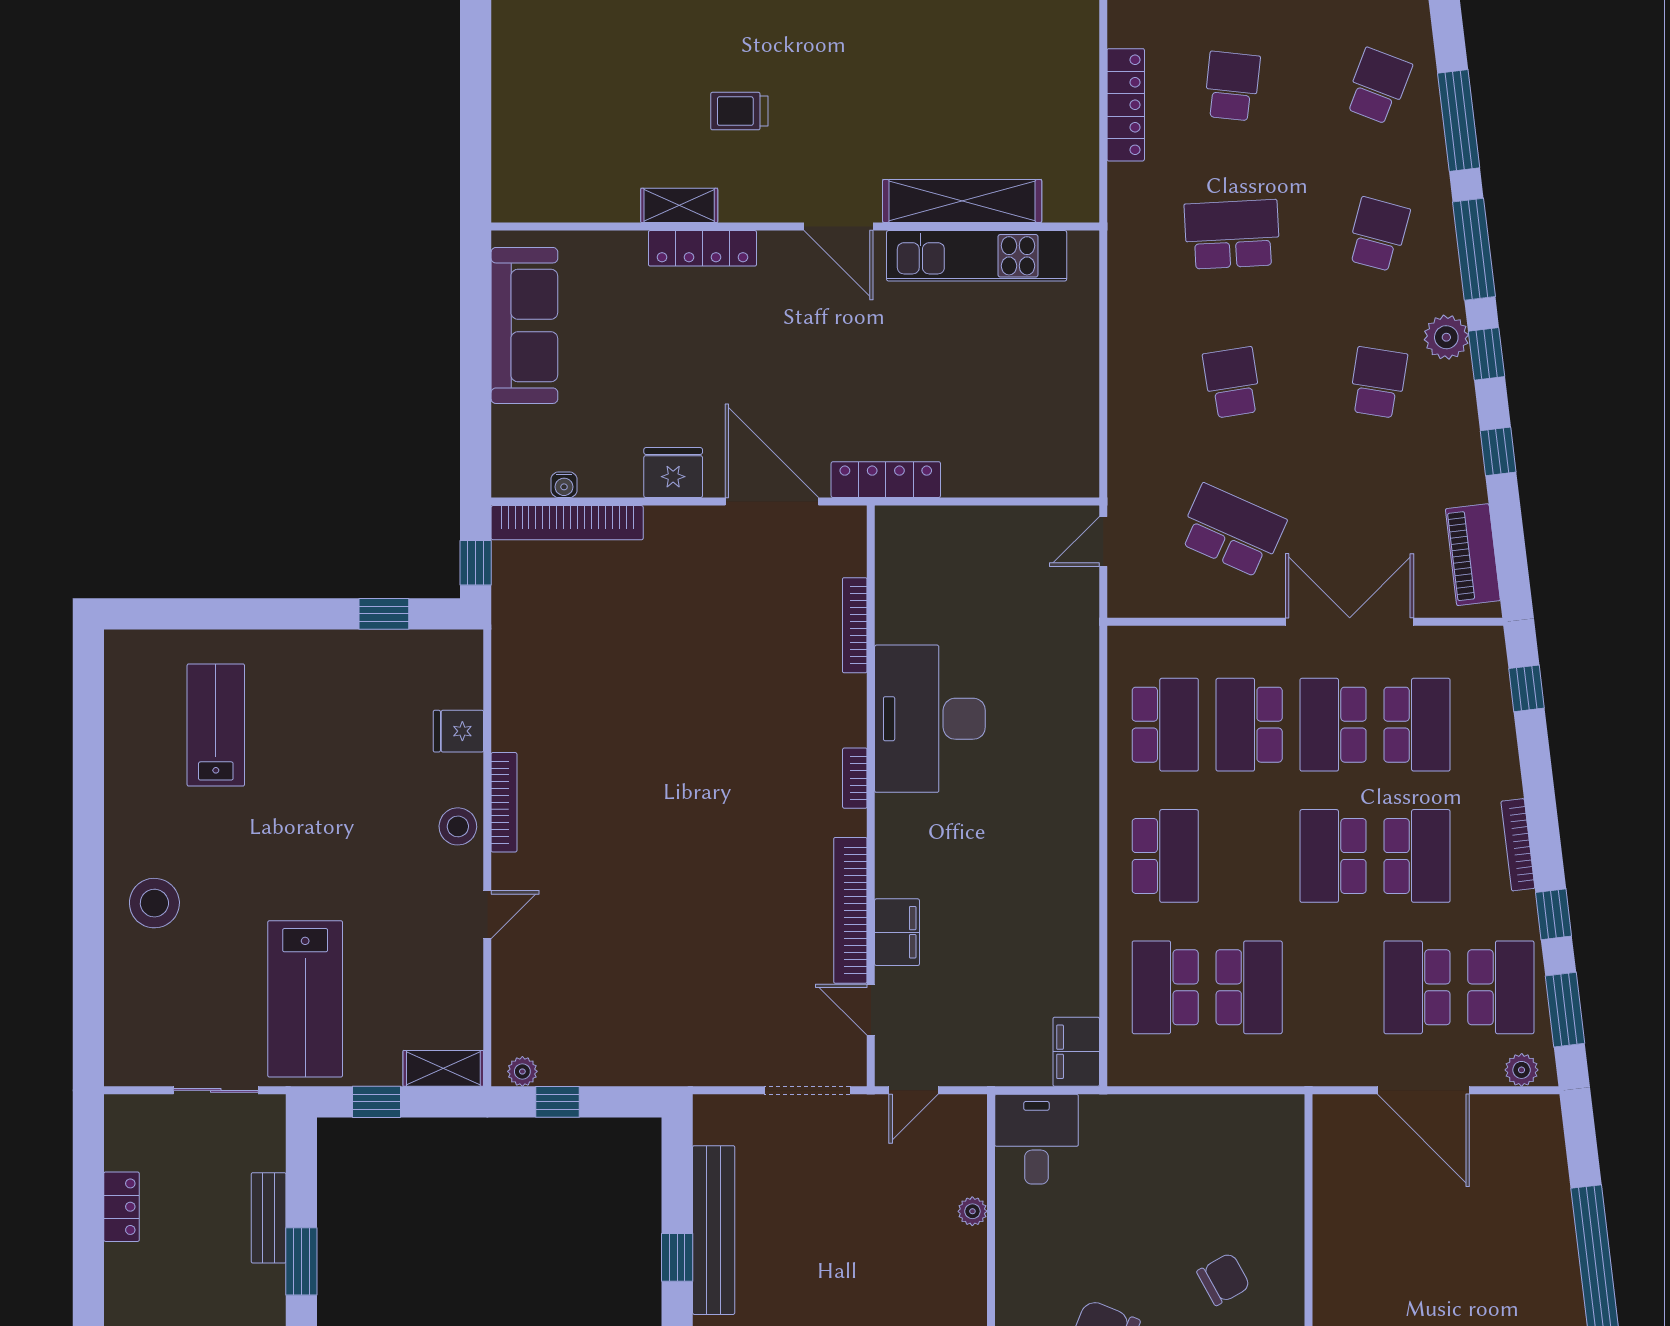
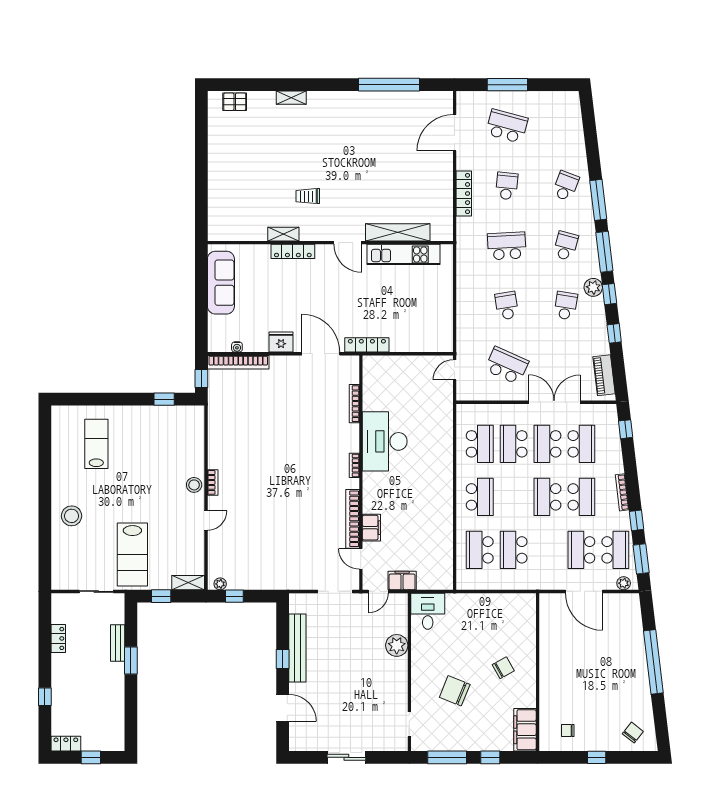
fridge: (458, 731) -> (194, 446), removed
bookcase: (504, 802) -> (213, 482), width x0.64
school desk: (1249, 987) -> (514, 550), turned 180
filing cabinet: (1076, 1052) -> (402, 581), moved, turned 90
plant: (972, 1211) -> (397, 645), width x1.88, depth x1.88

